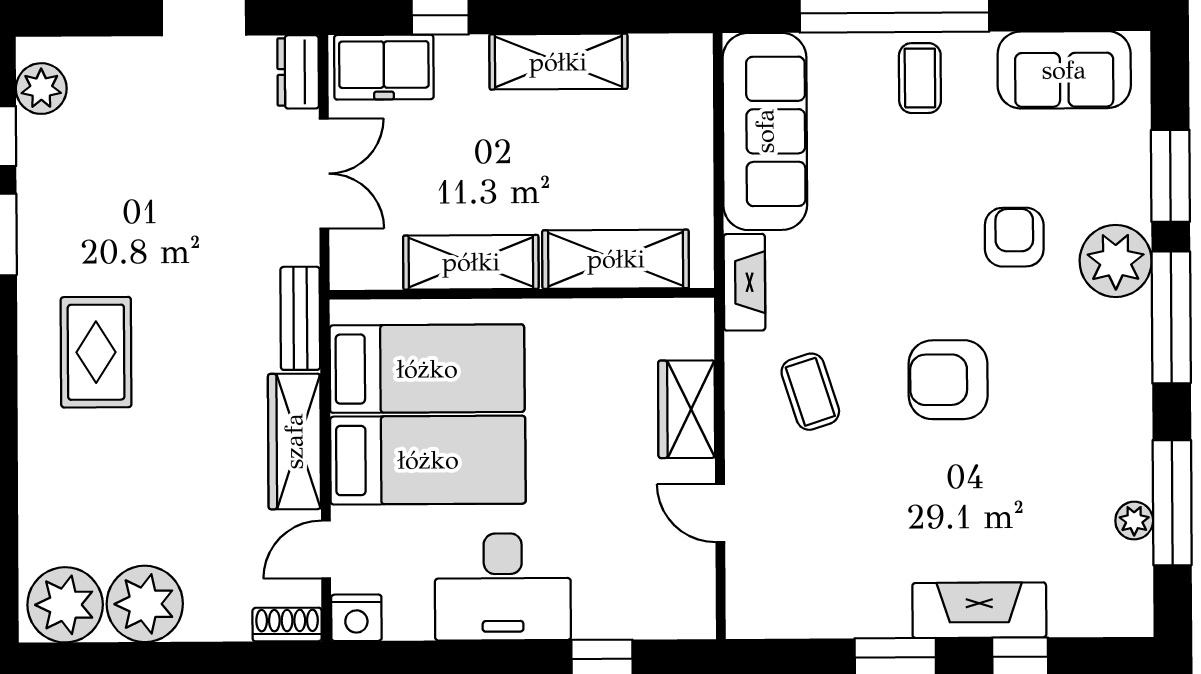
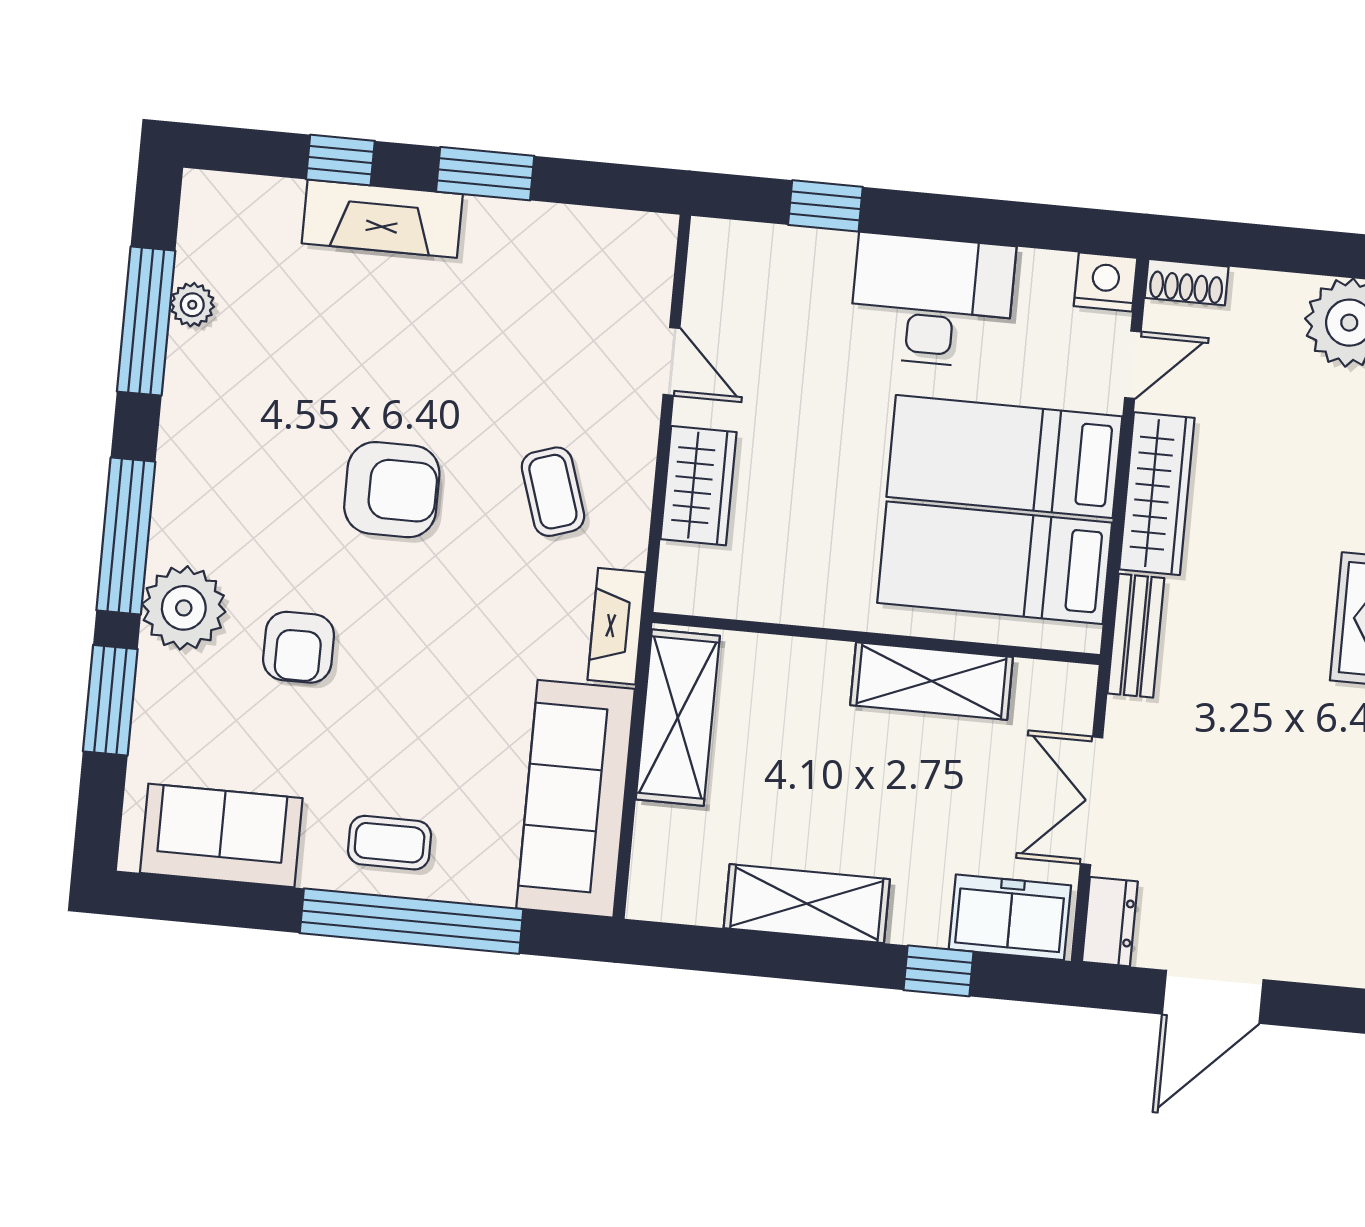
coffee table: (920, 78) -> (390, 843), turned 90
shelving: (616, 259) -> (678, 718), moved, turned 90

